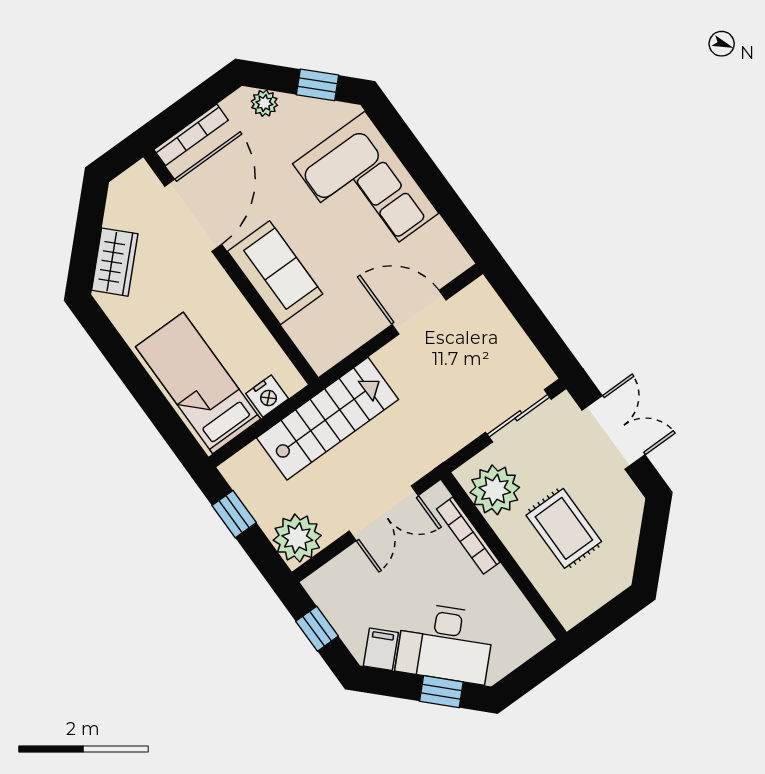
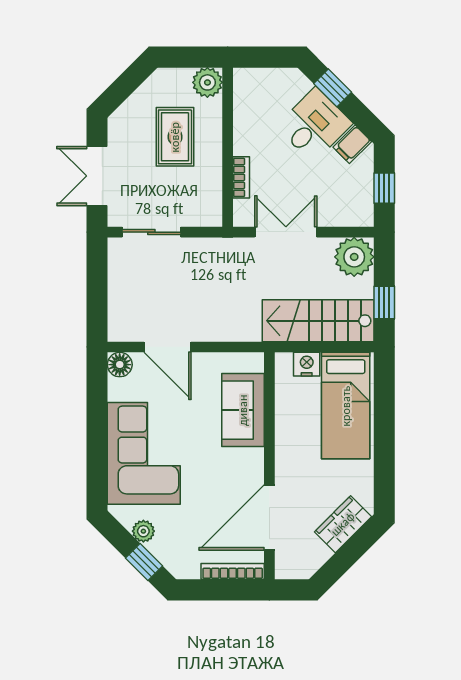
window: (317, 85) -> (144, 562), moved
plant: (264, 103) -> (143, 531), moved
floor lamp: (454, 260) -> (120, 365), added
sofa: (275, 273) -> (243, 410), moved
stairs: (328, 419) -> (318, 321), moved
plant: (495, 490) -> (207, 82), moved, width x0.73, depth x0.73
bookcase: (468, 536) -> (241, 177), width x0.64
desk: (445, 643) -> (314, 125), width x0.73

